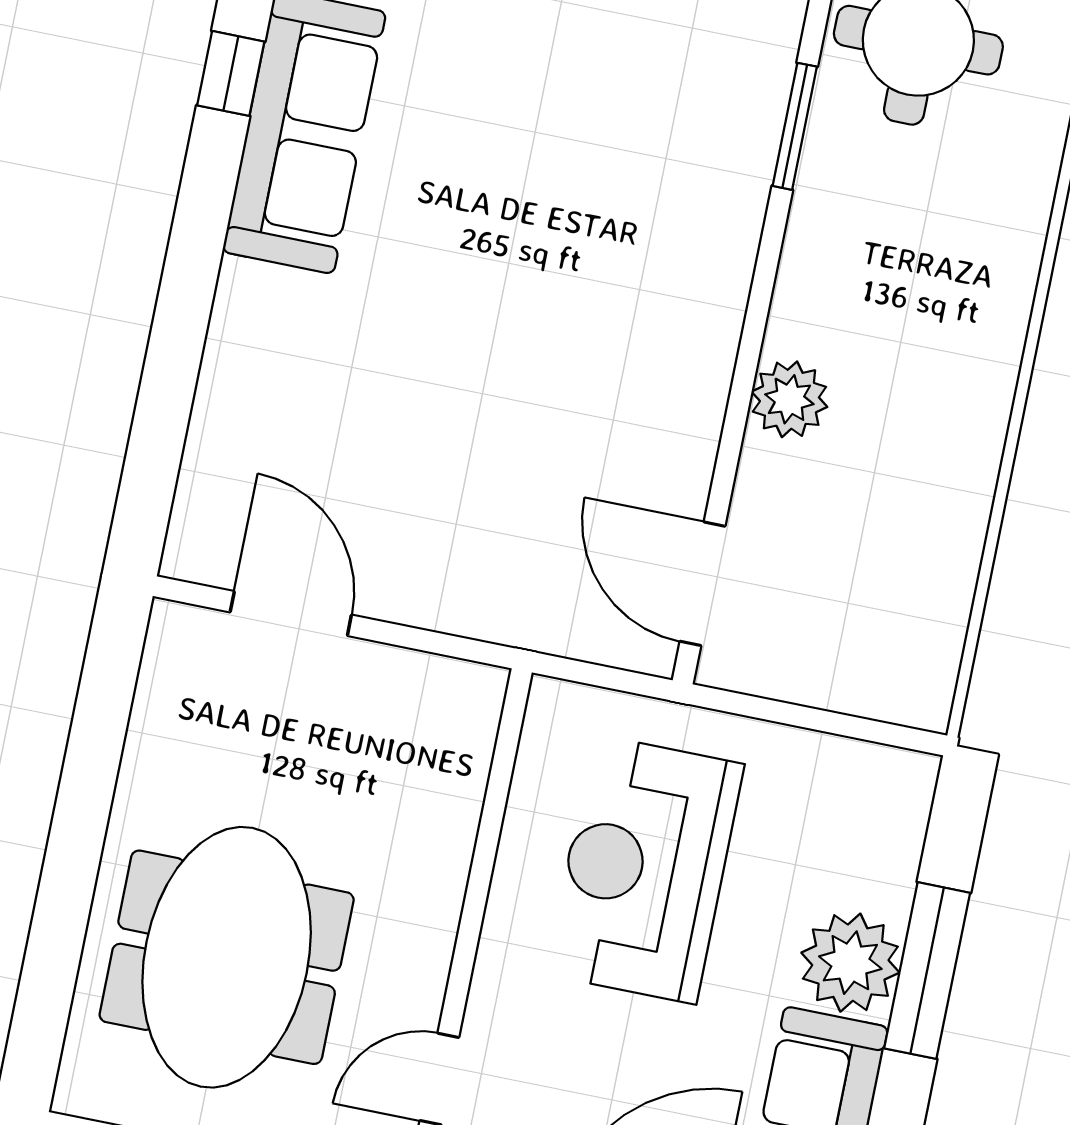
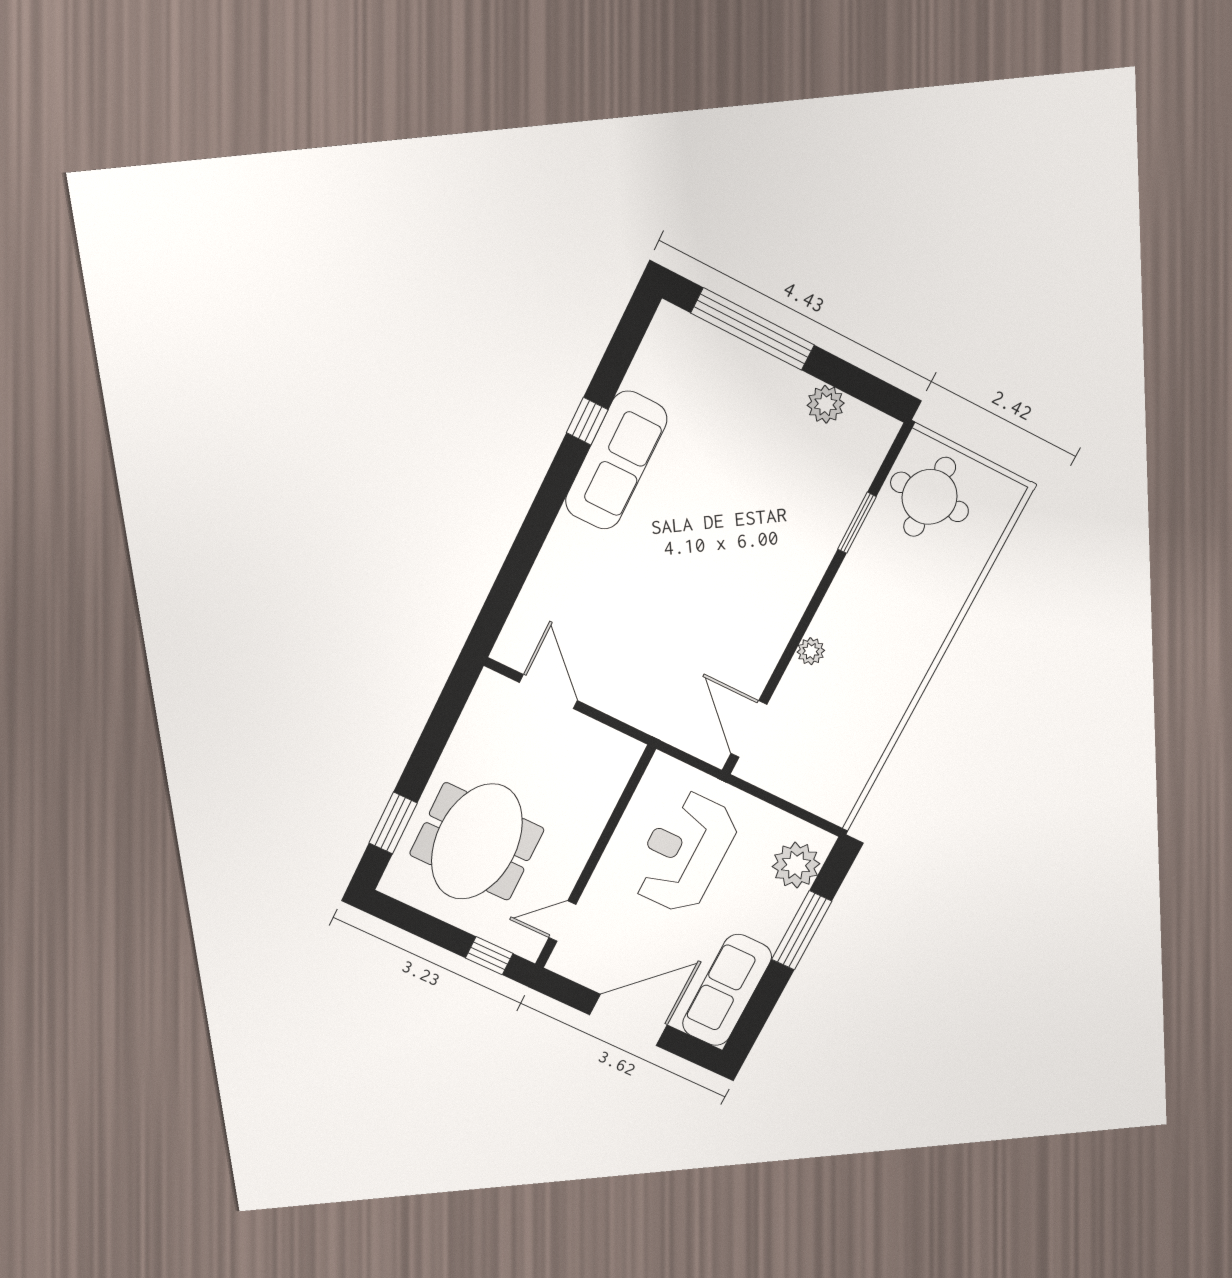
plant: (789, 399) -> (811, 651), width x0.73, depth x0.73
window: (52, 962) -> (393, 823), added
plant: (850, 963) -> (796, 865), moved

